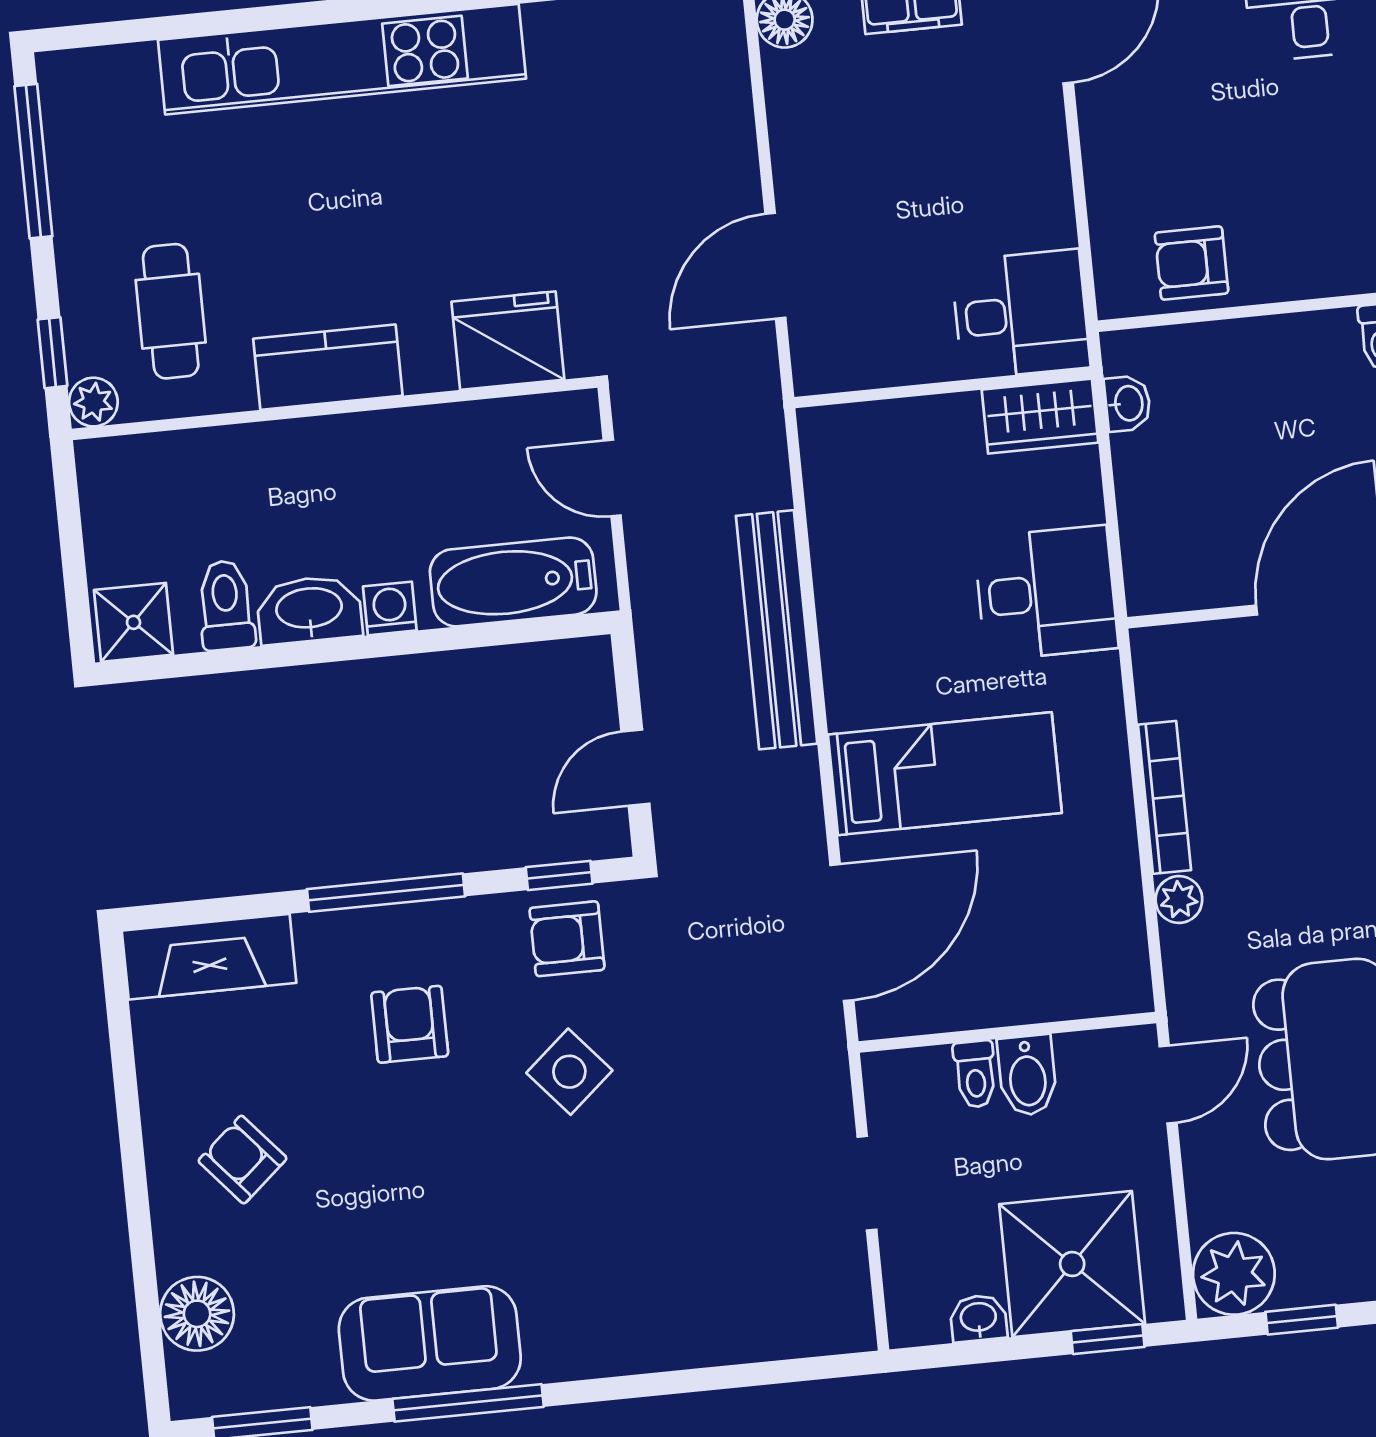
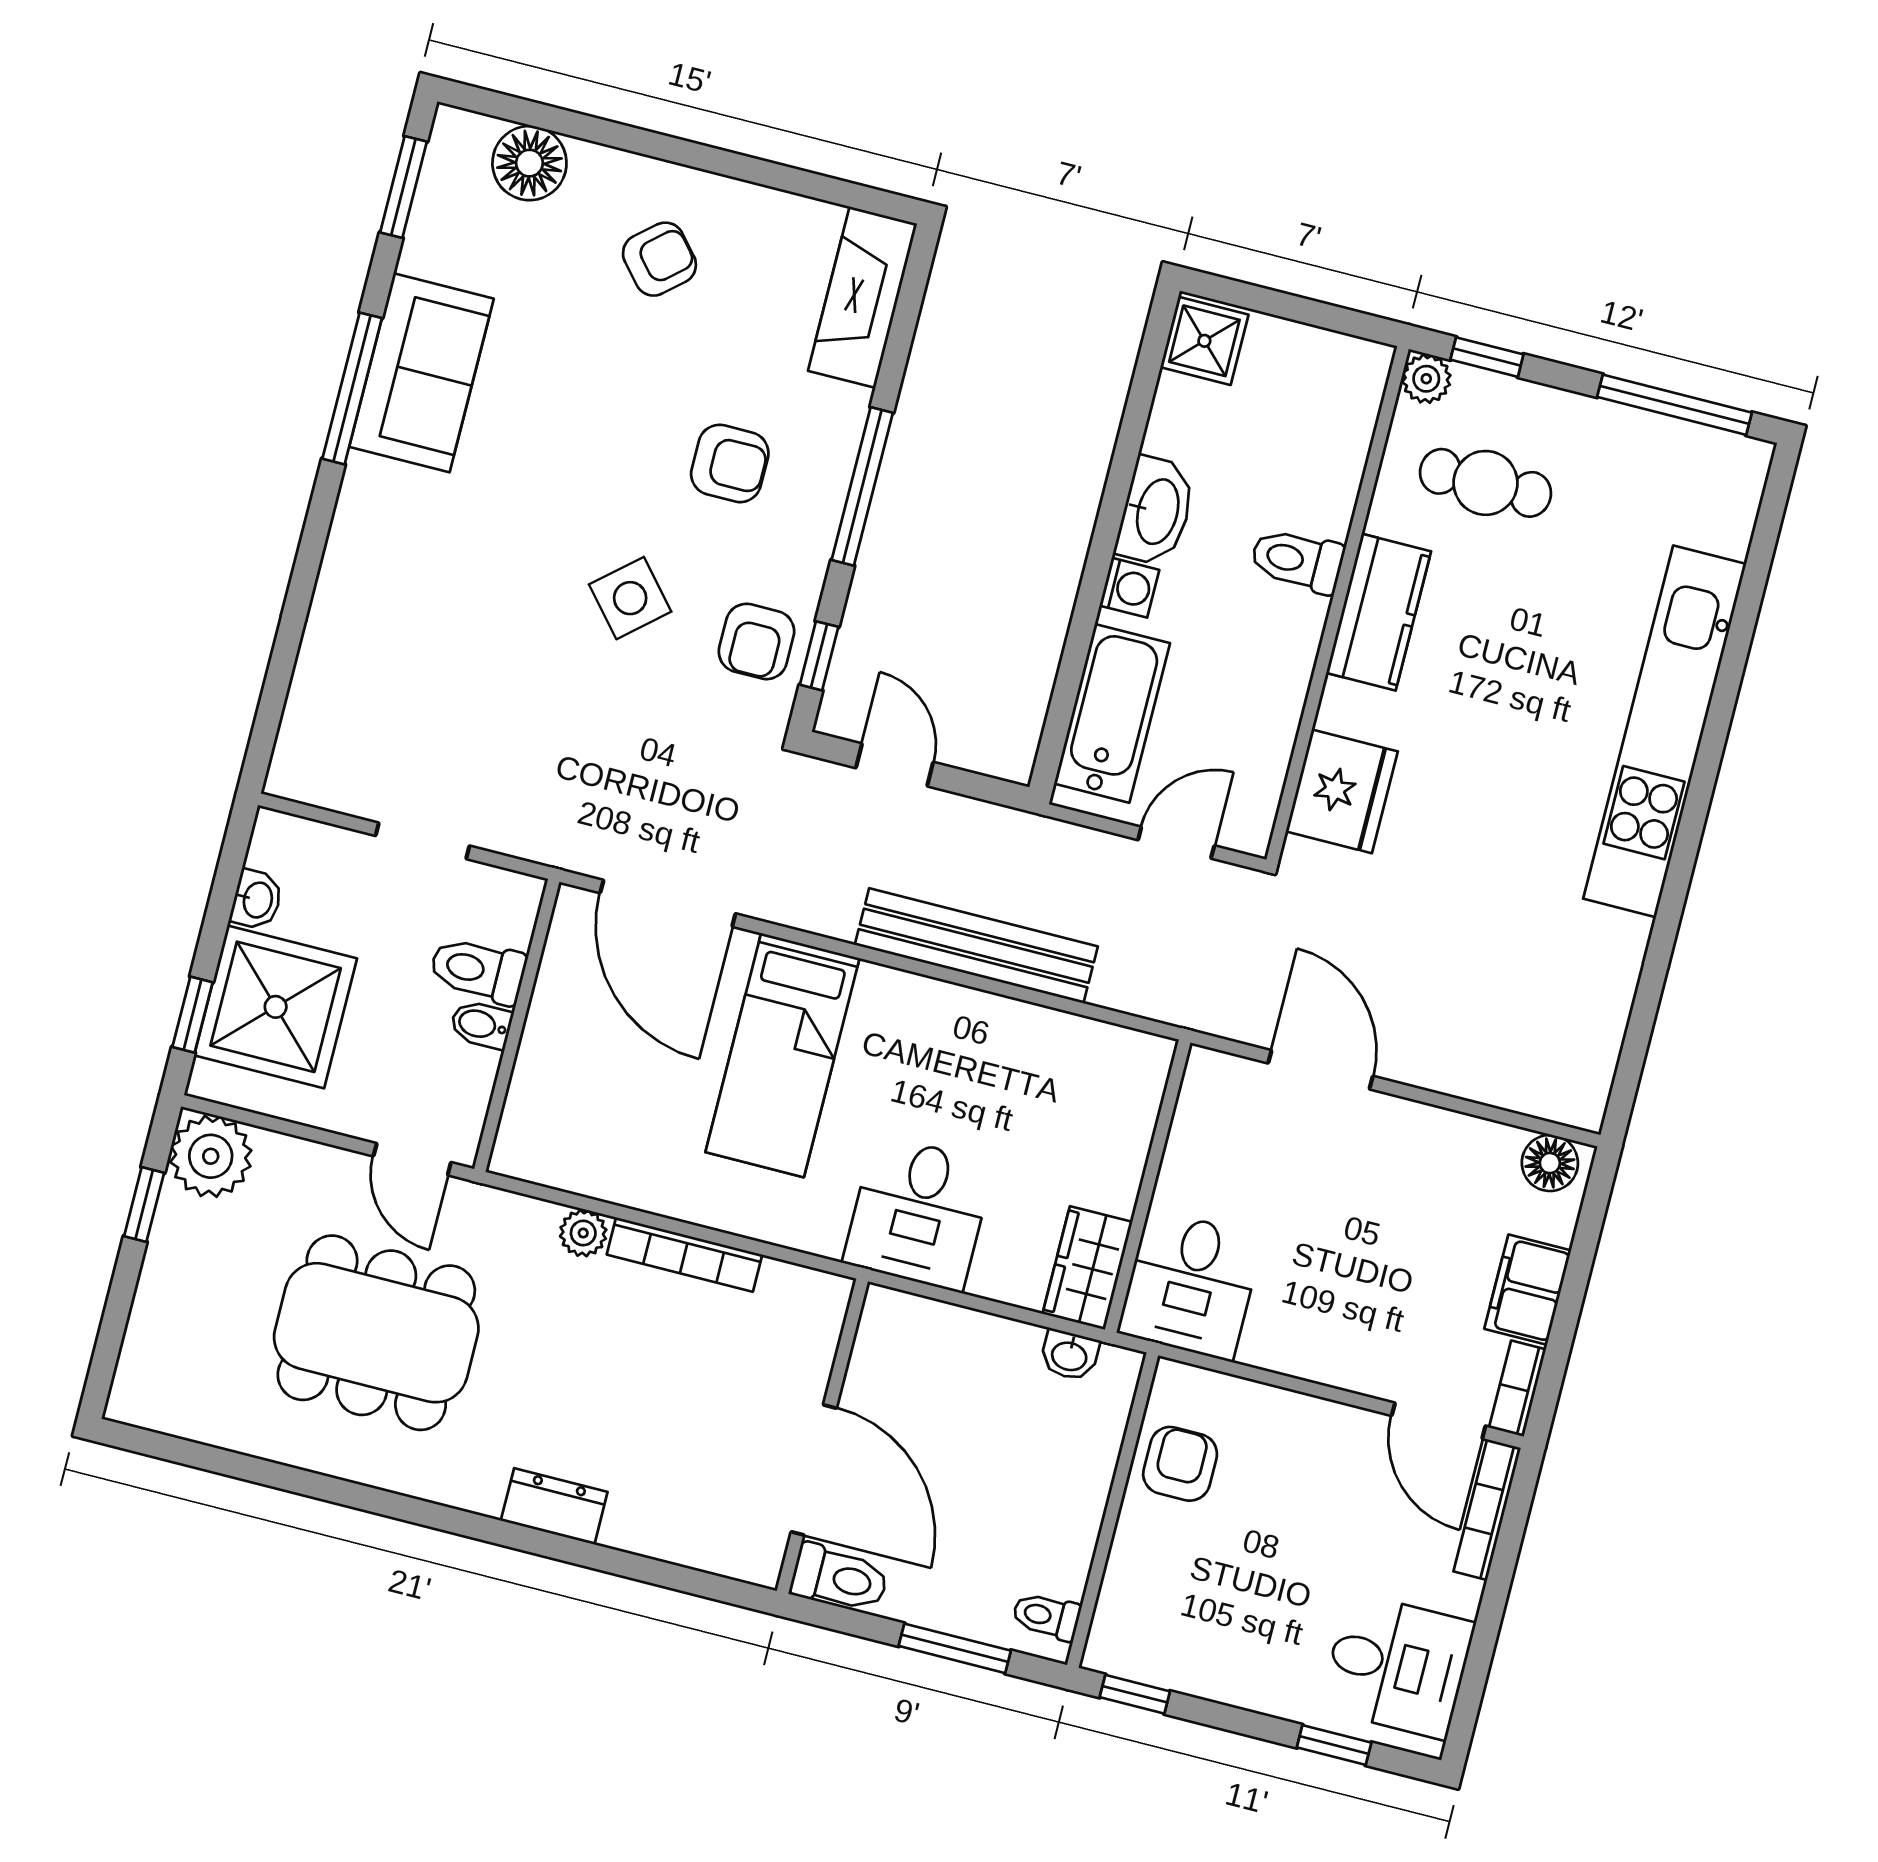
toilet: (226, 605) -> (1297, 560), moved, turned 180
armchair: (567, 939) -> (756, 641), turned 180
toilet: (975, 1074) -> (478, 970), width x1.37, depth x1.39
bidet: (1027, 1075) -> (481, 1025), width x0.72, depth x0.74

